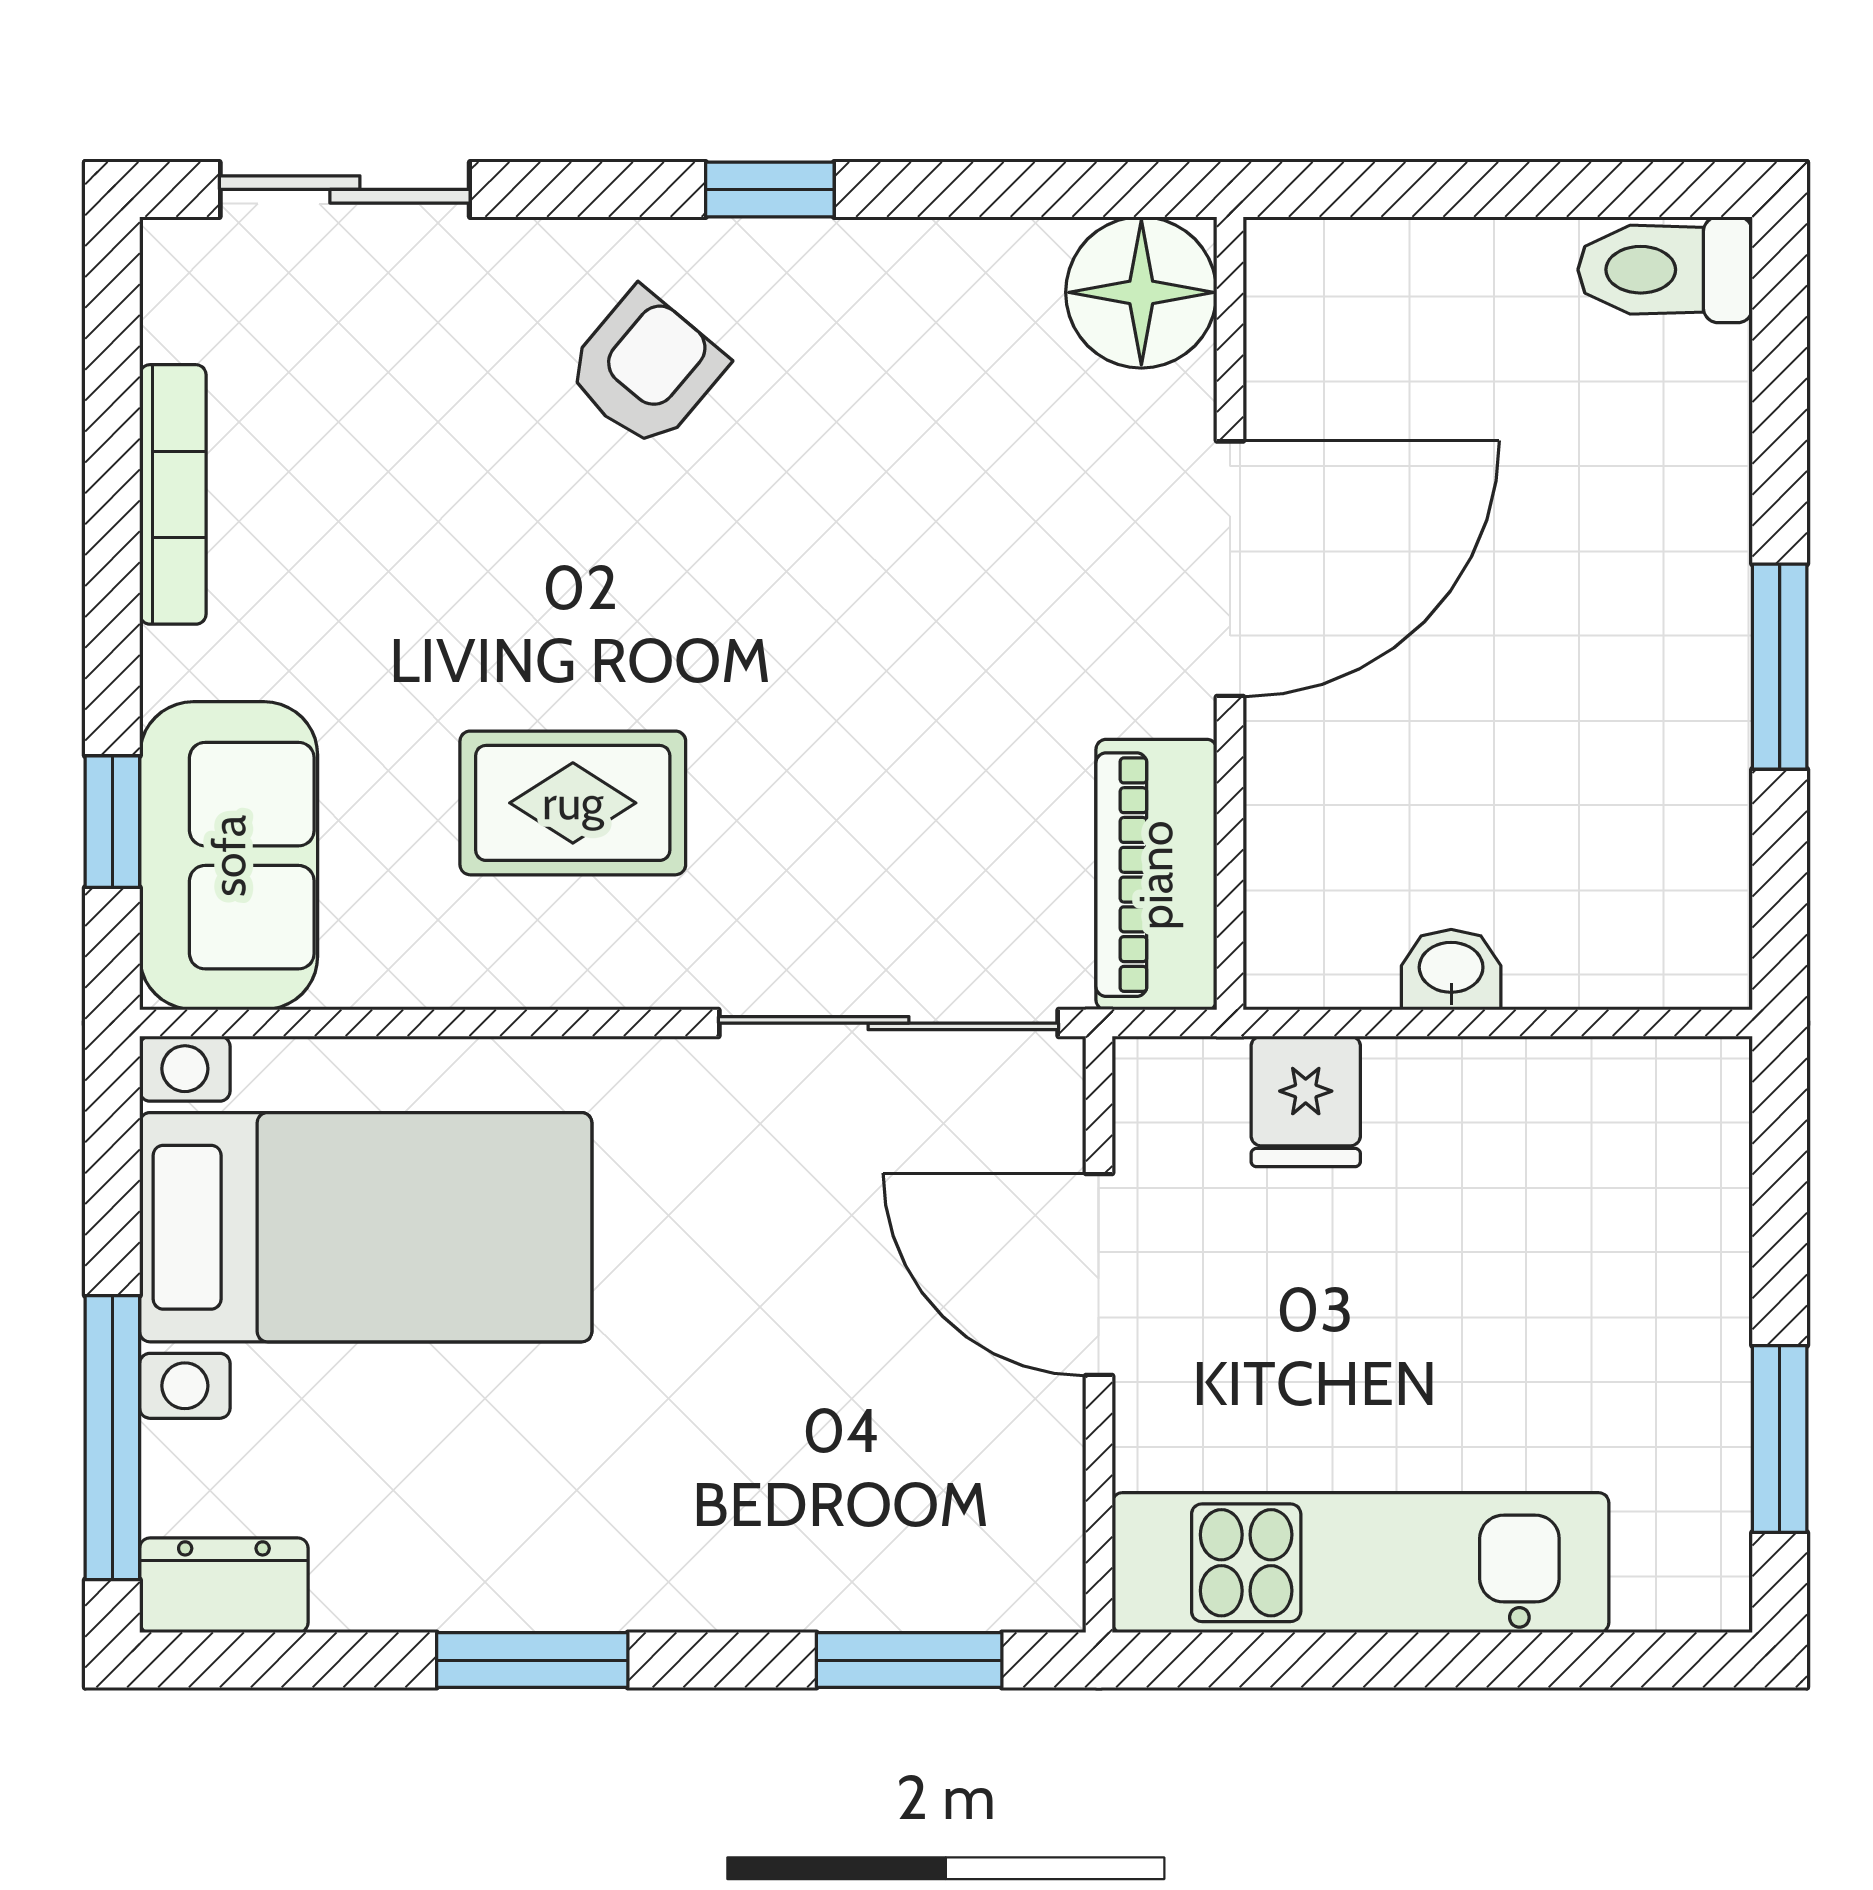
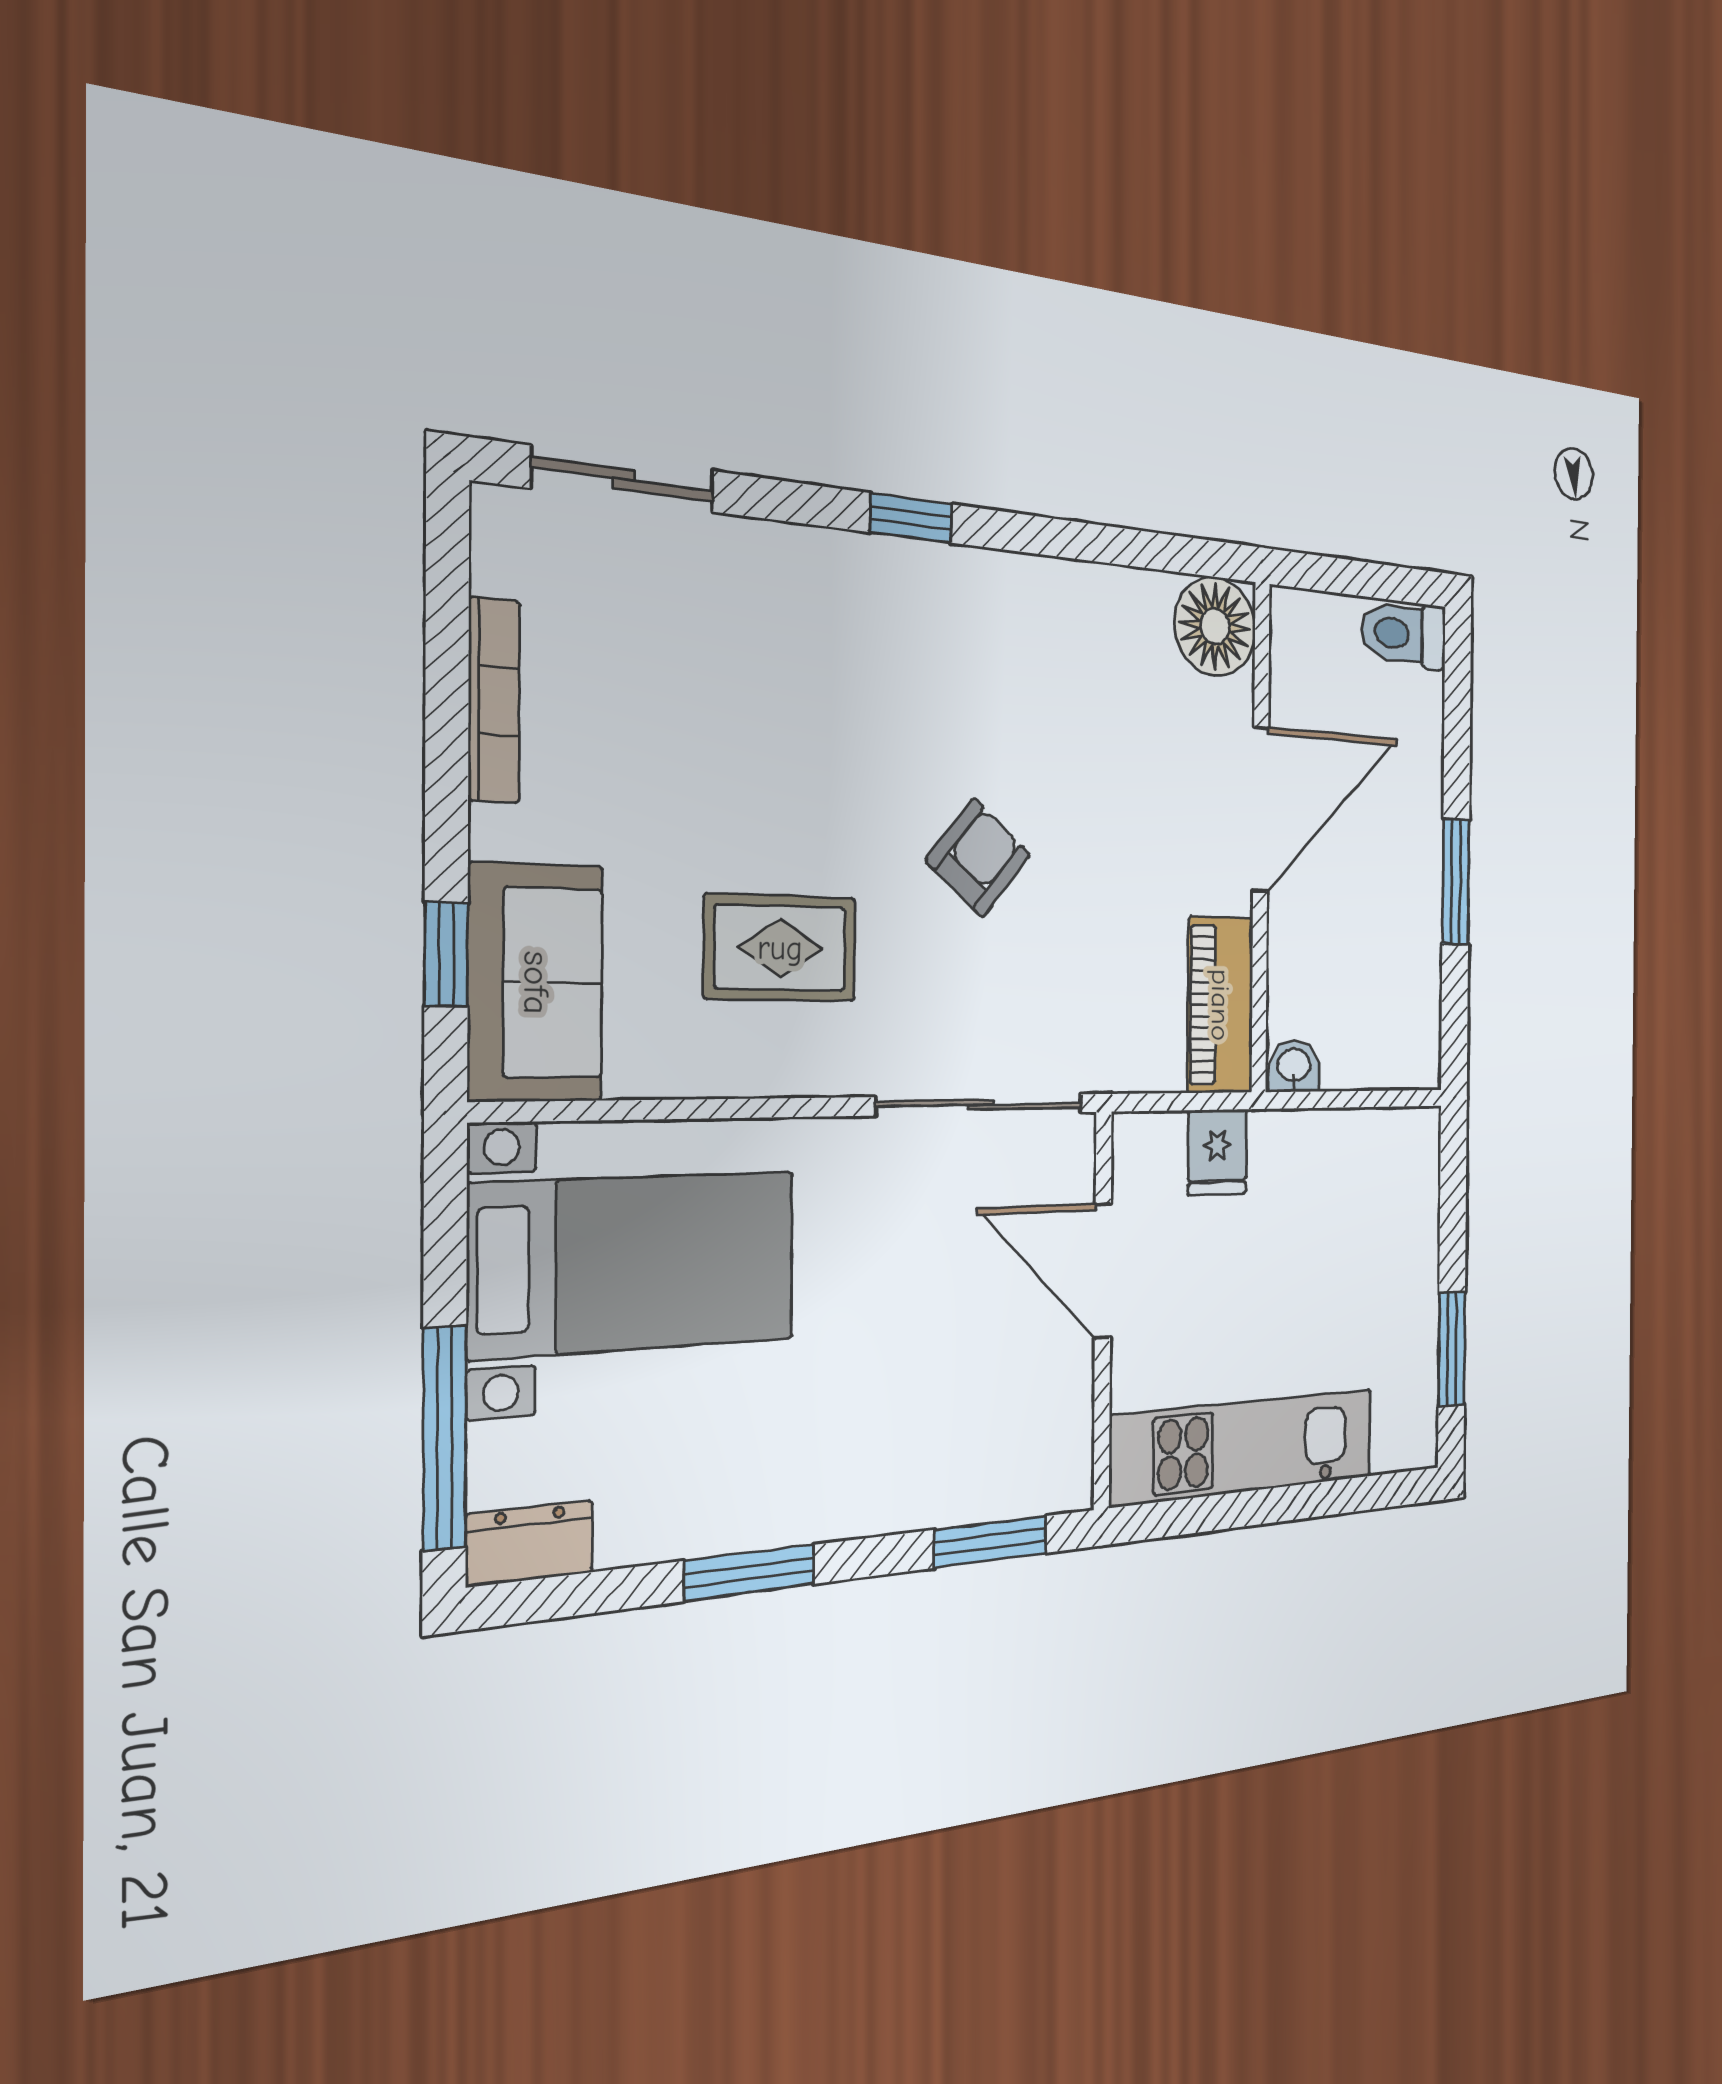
floor lamp: (1141, 292) -> (1215, 626), moved
armchair: (646, 369) -> (978, 858), moved
door: (1230, 569) -> (1261, 809), moved
wall: (1230, 613) -> (1260, 838), moved
piano: (1156, 875) -> (1220, 1005), moved

